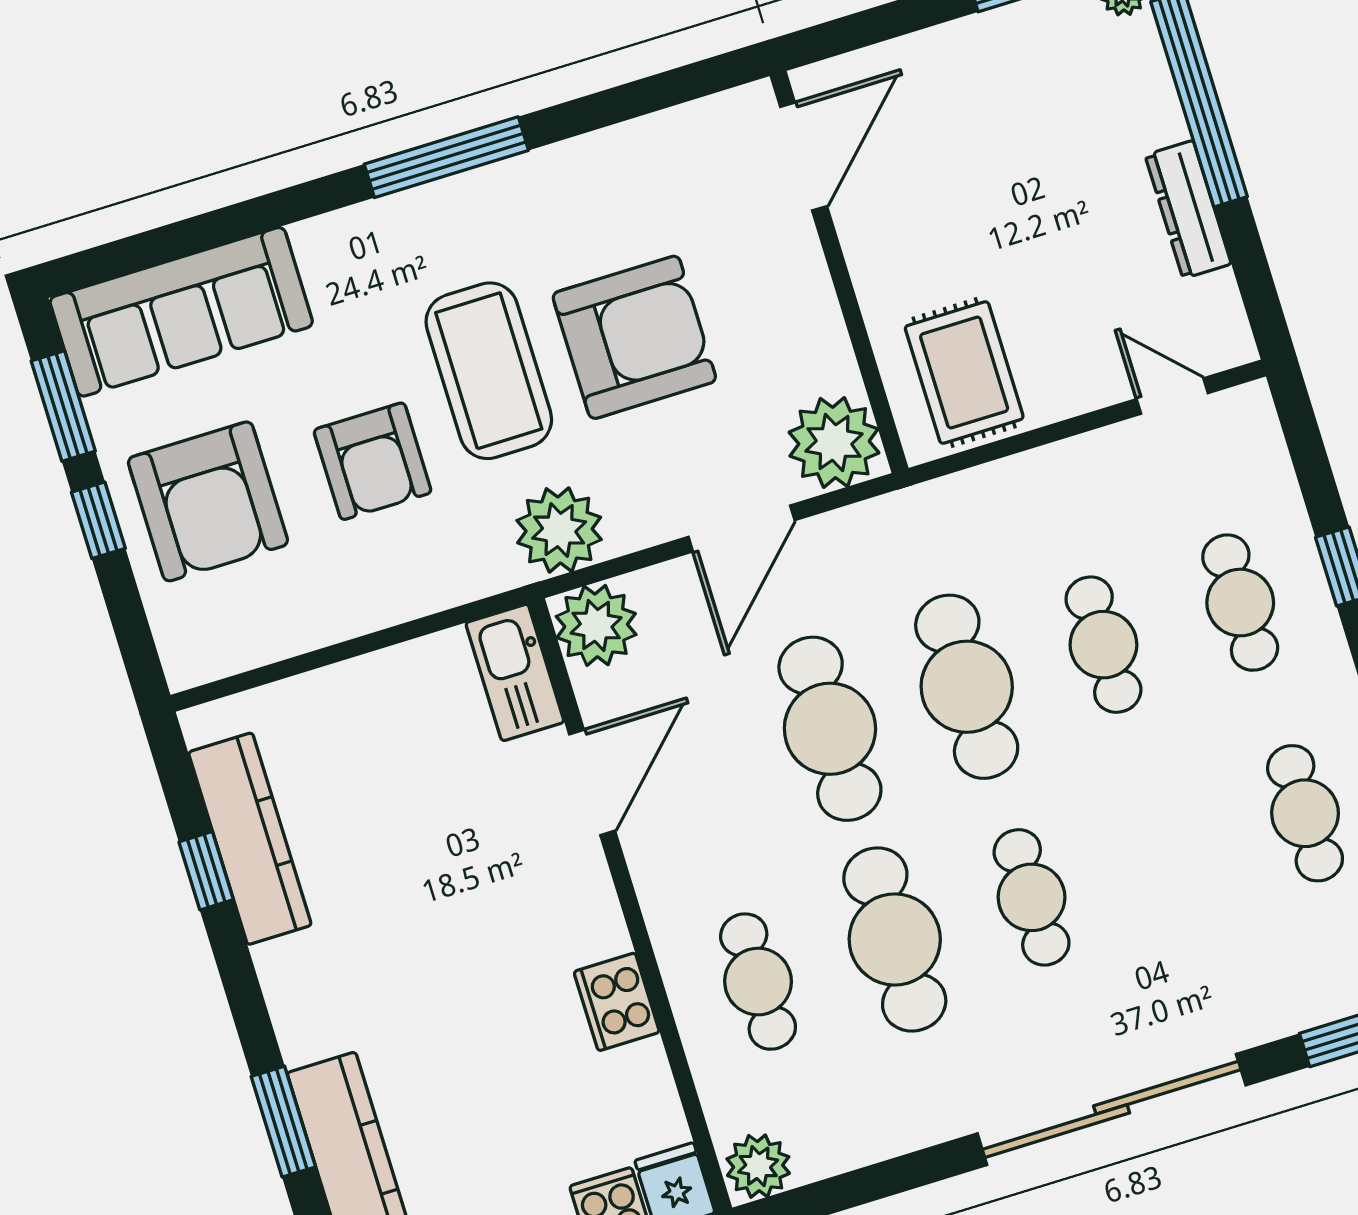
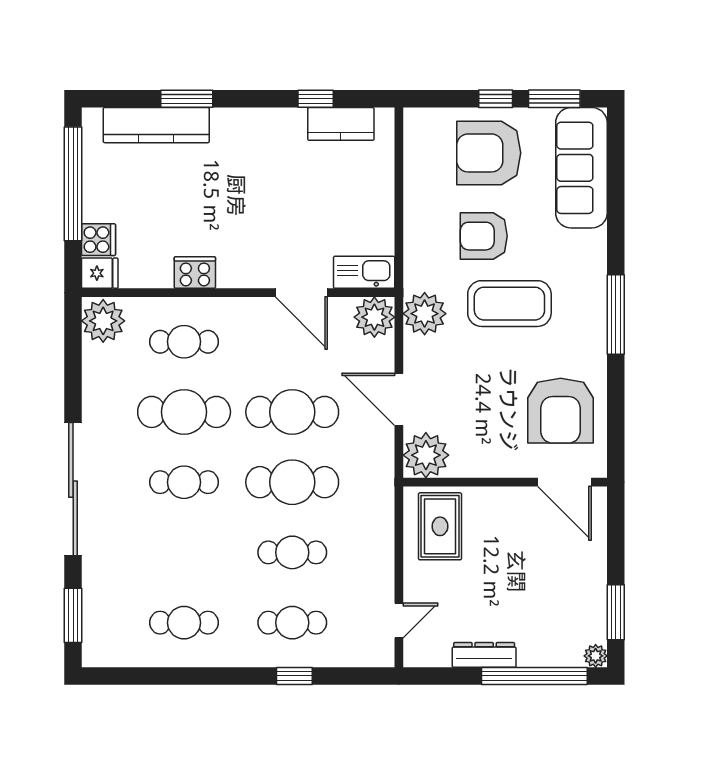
armchair: (634, 337) -> (561, 411), moved
rug: (964, 373) -> (440, 526), turned 90
kitchen counter: (250, 839) -> (341, 124), width x0.67
plant: (758, 1166) -> (103, 321), width x1.36, depth x1.36

